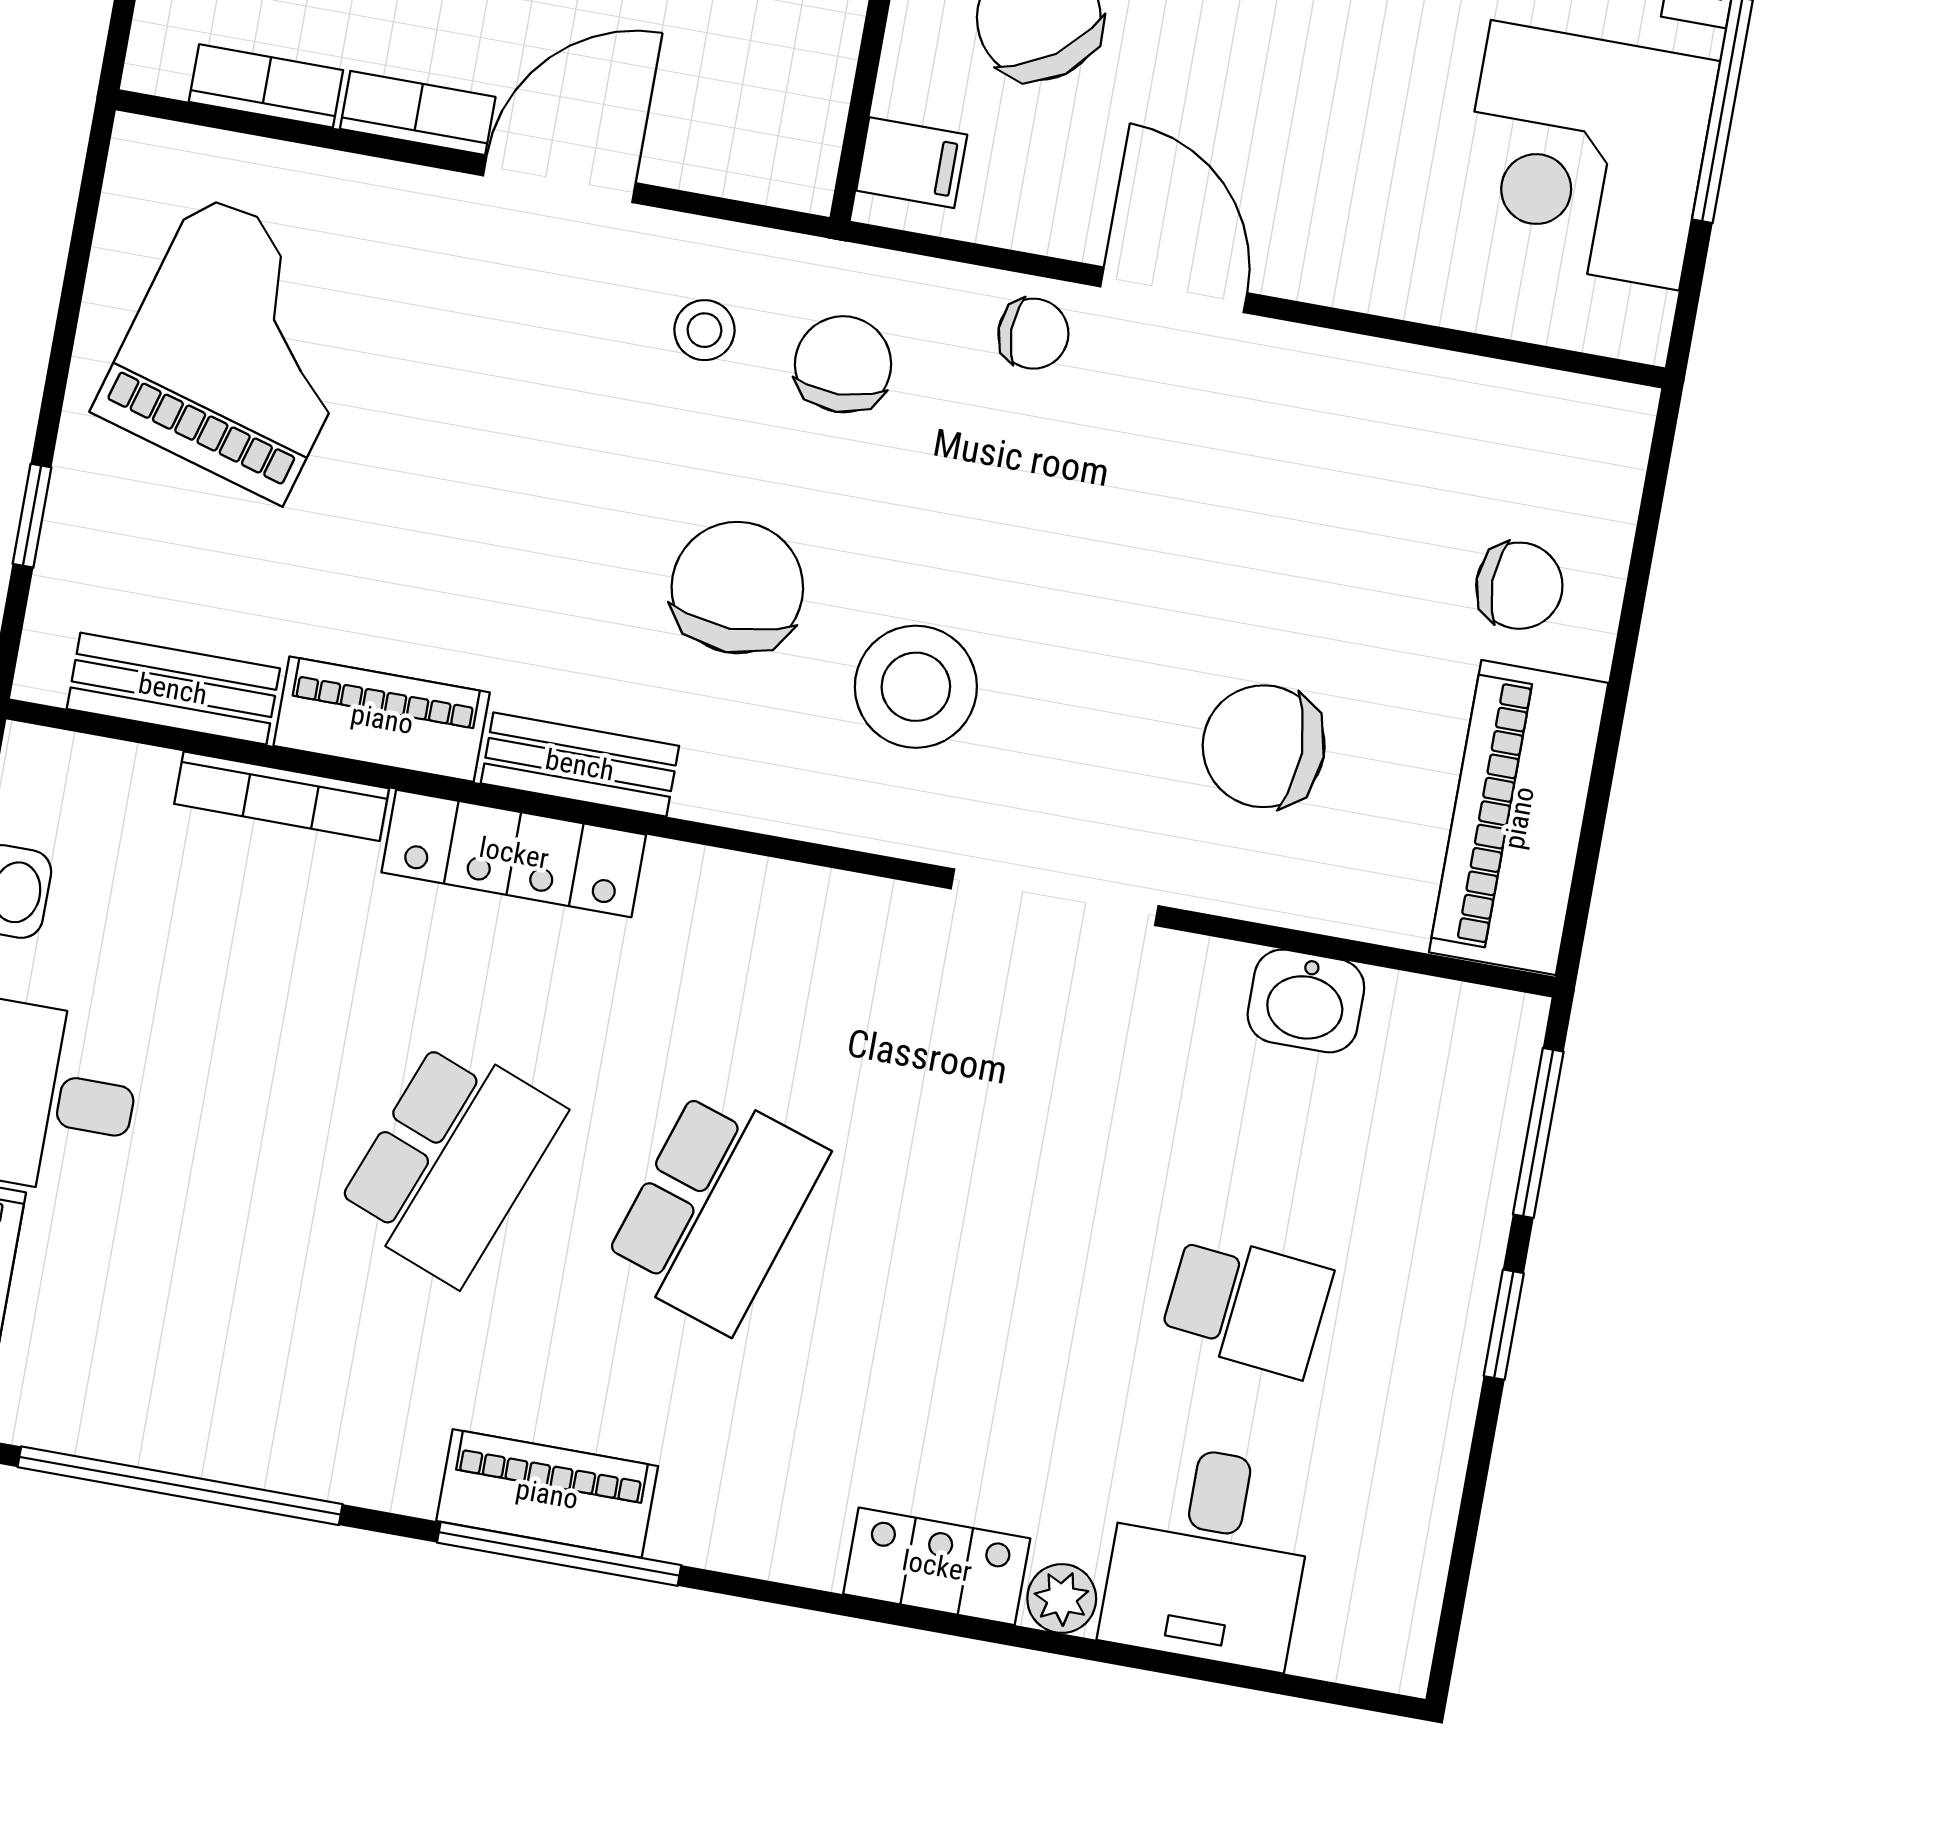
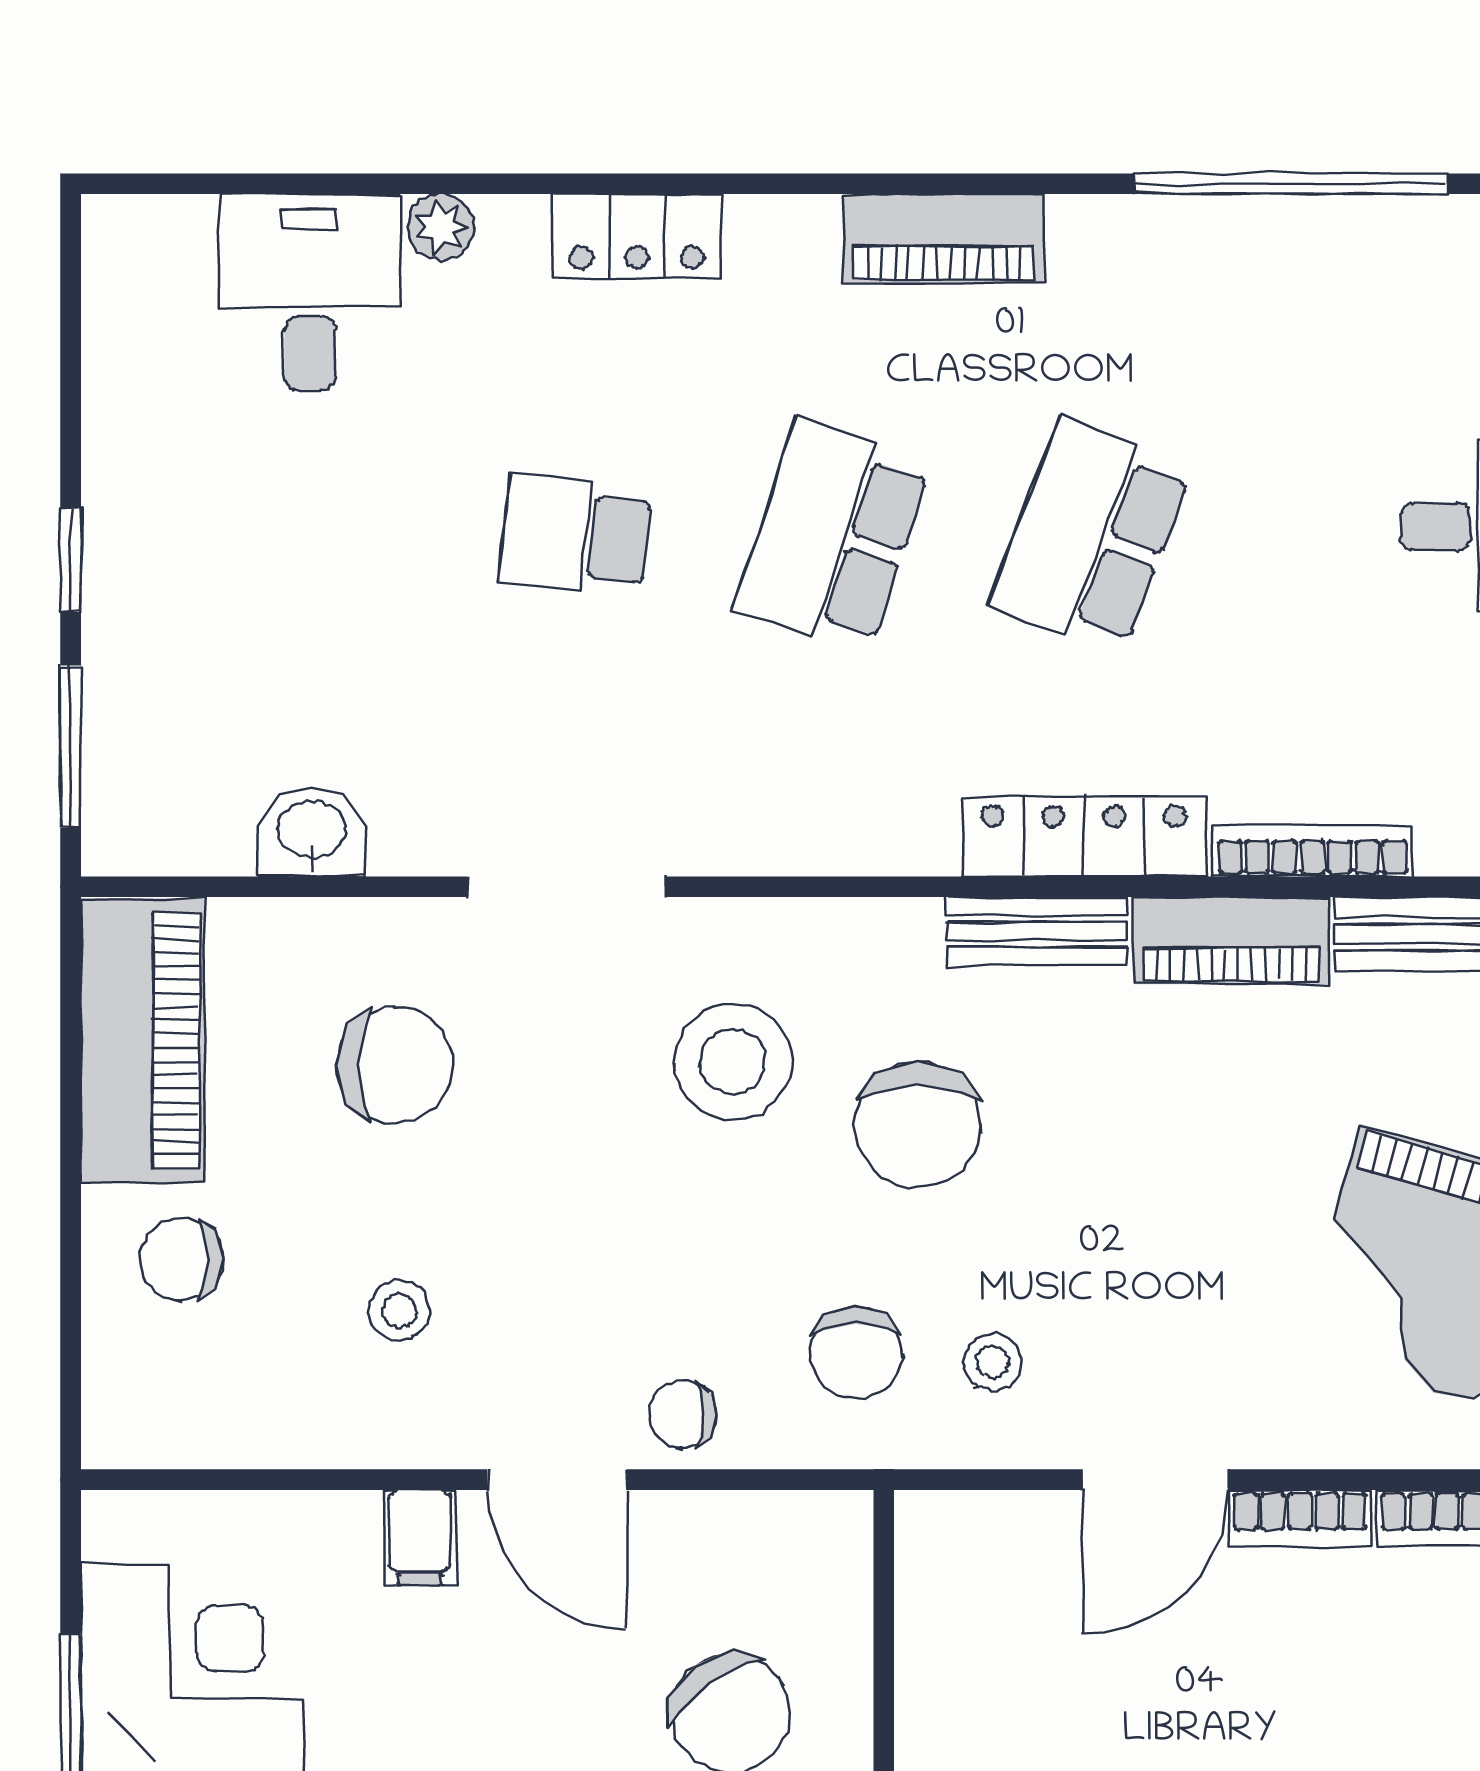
filing cabinet: (912, 163) -> (420, 1537), moved, turned -90
stool: (1305, 493) -> (399, 1310), added
school desk: (1247, 1305) -> (575, 535), moved
window: (559, 1554) -> (922, 184), removed
locker: (937, 1566) -> (637, 236), moved

